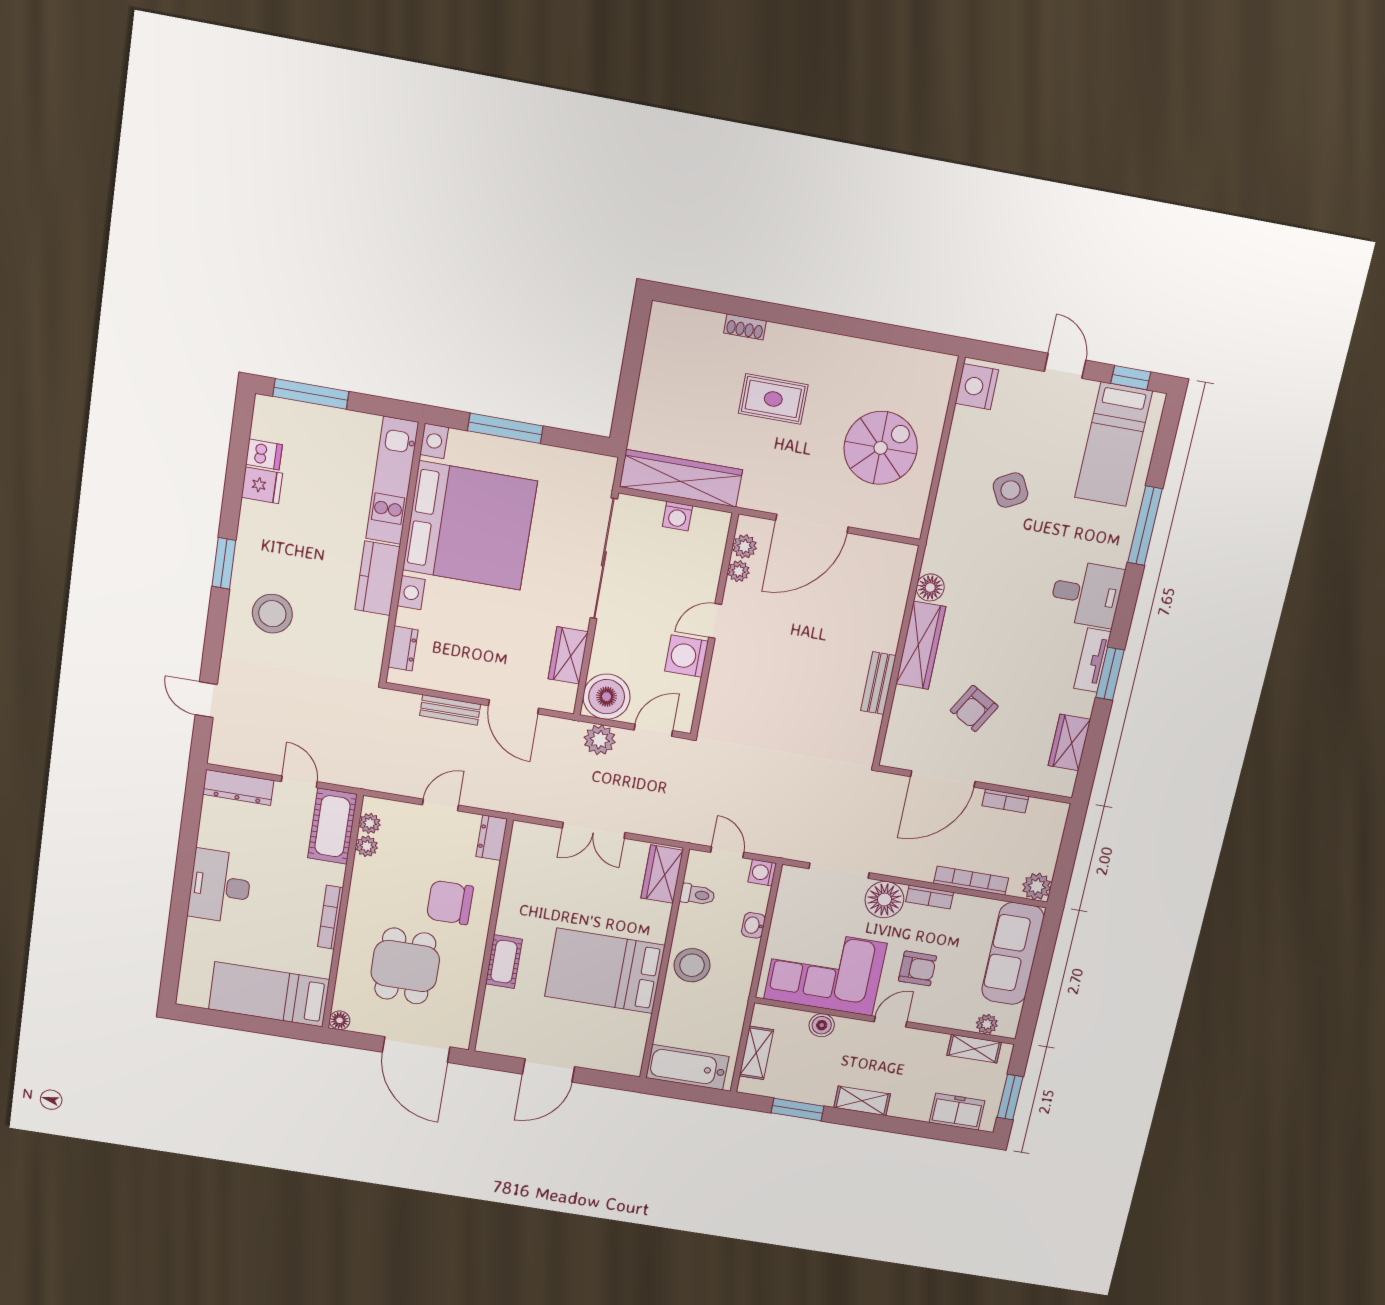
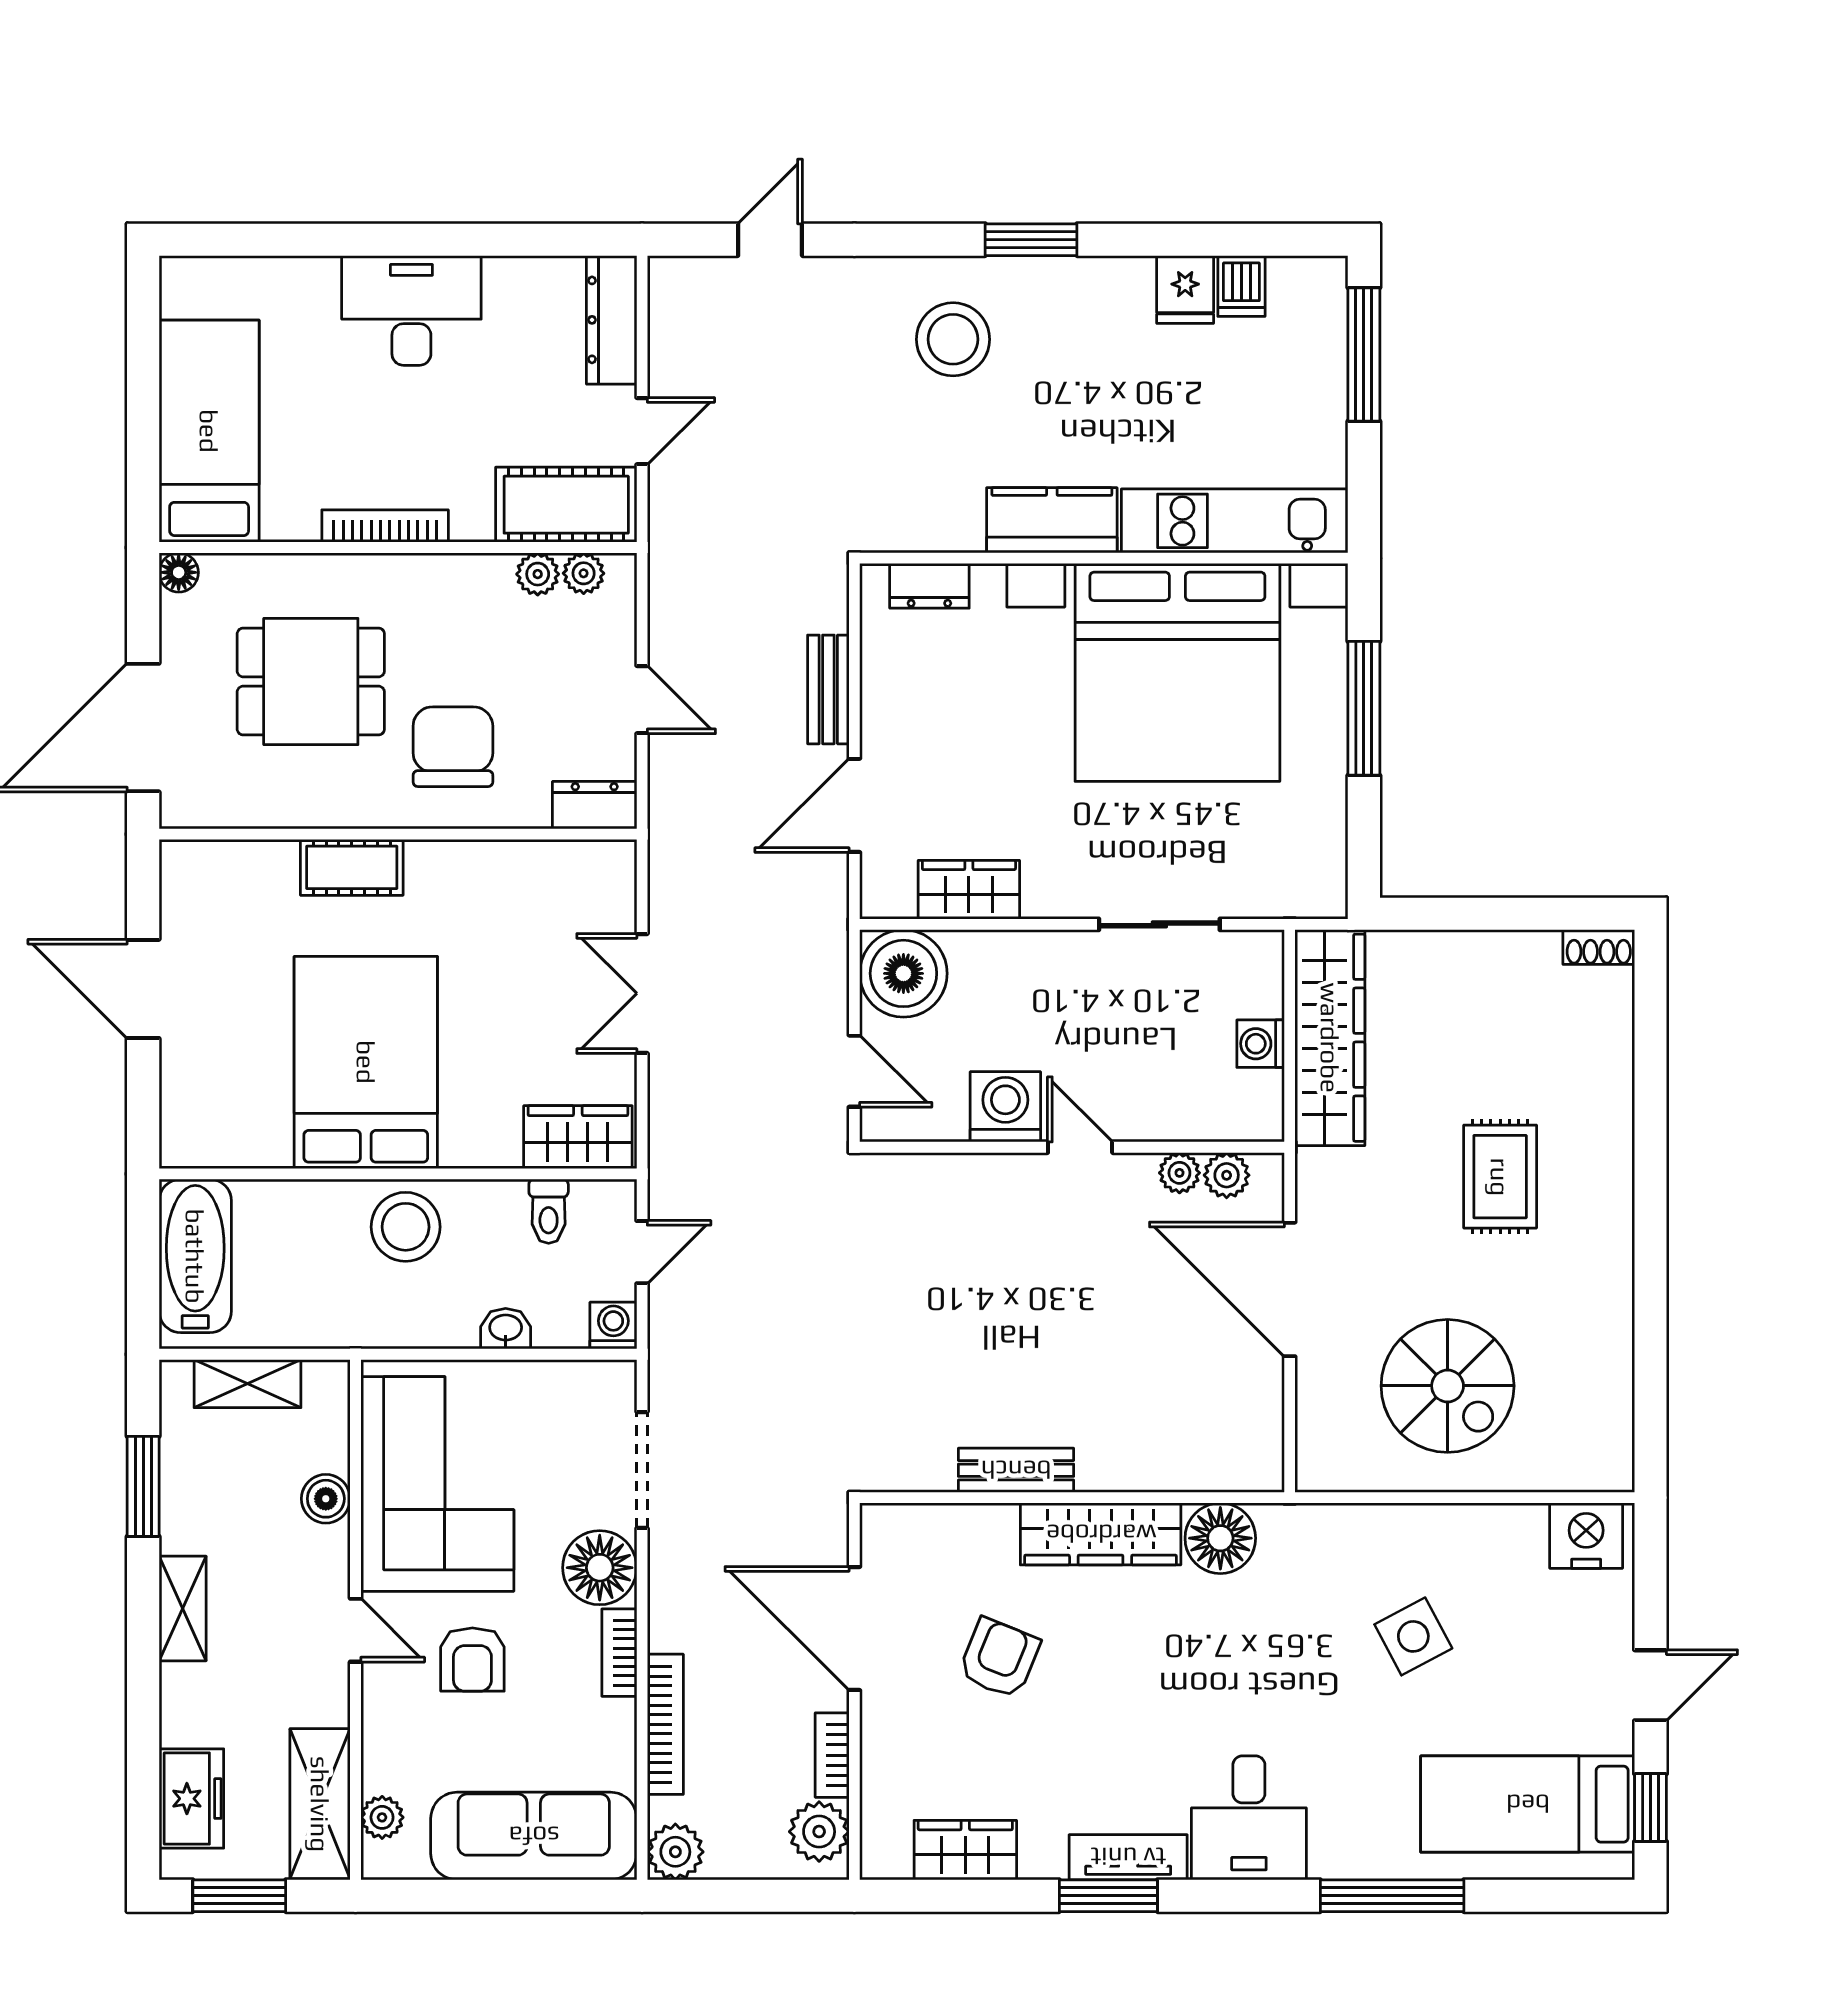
shoe rack: (745, 327) -> (1599, 947), moved, turned -90
sliding door: (604, 559) -> (1159, 924), width x0.54
floor lamp: (930, 587) -> (1220, 1538), width x1.38, depth x1.38
armchair: (974, 708) -> (999, 1658), turned 82
plant: (600, 740) -> (819, 1832), moved
shelving: (974, 1049) -> (320, 1804), width x1.50, depth x1.33

